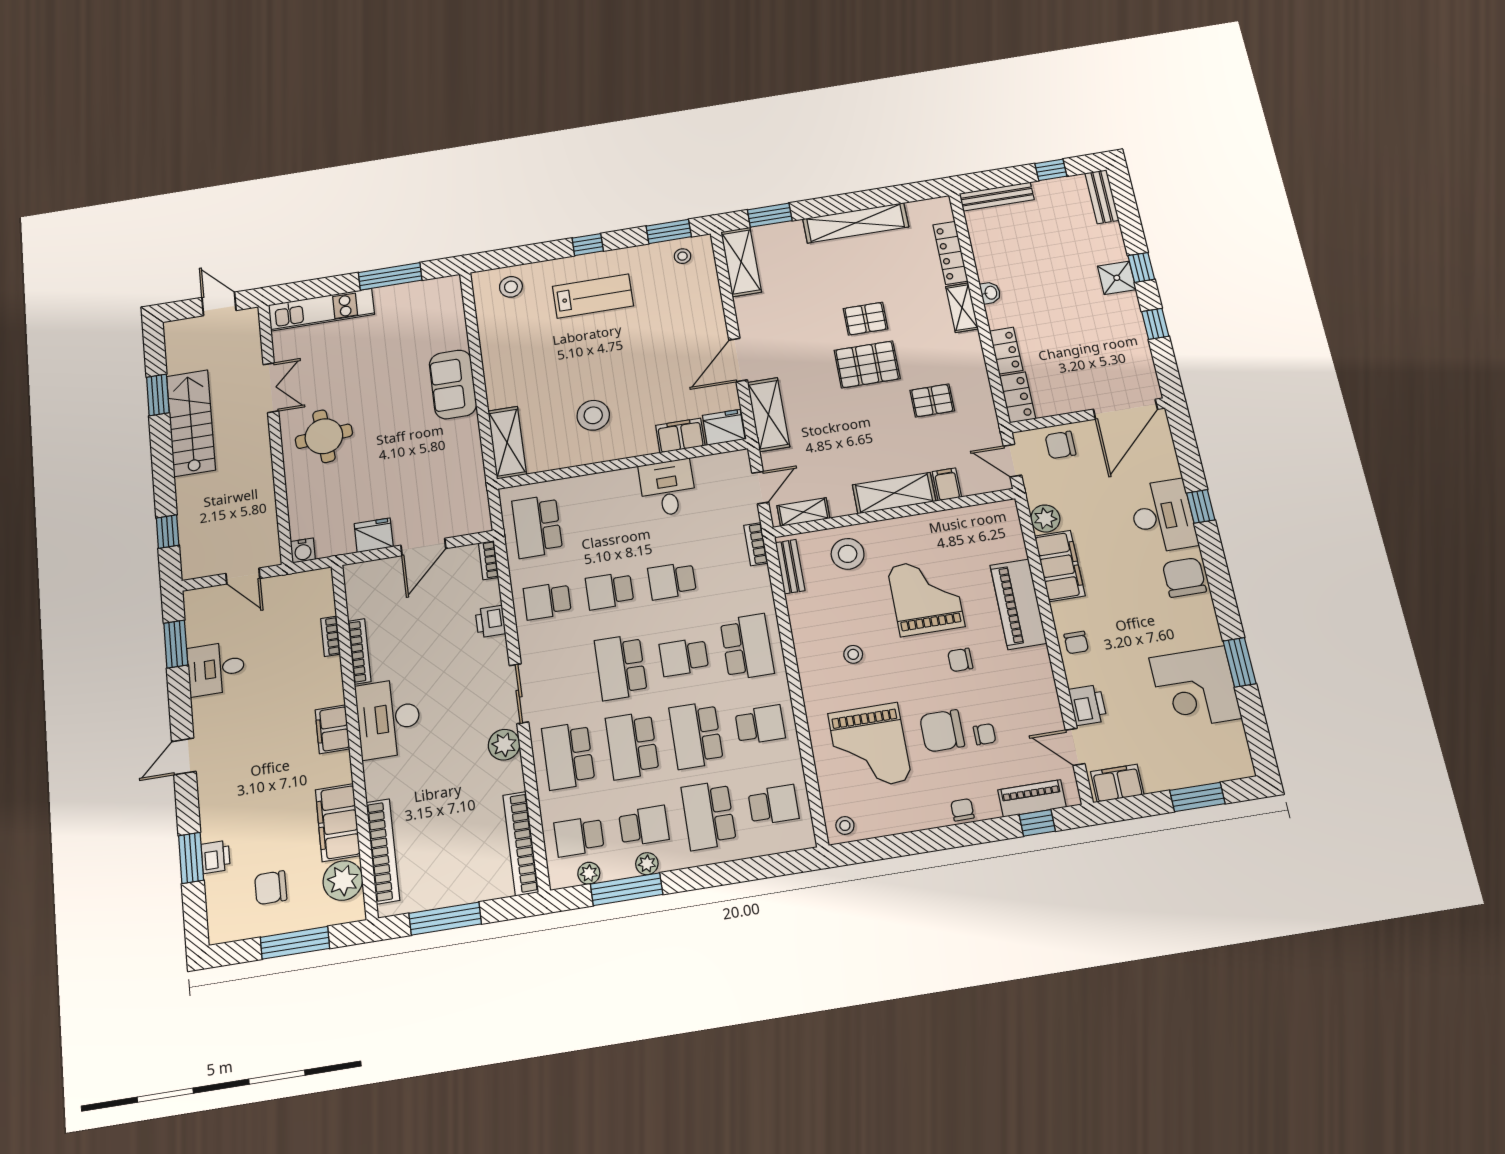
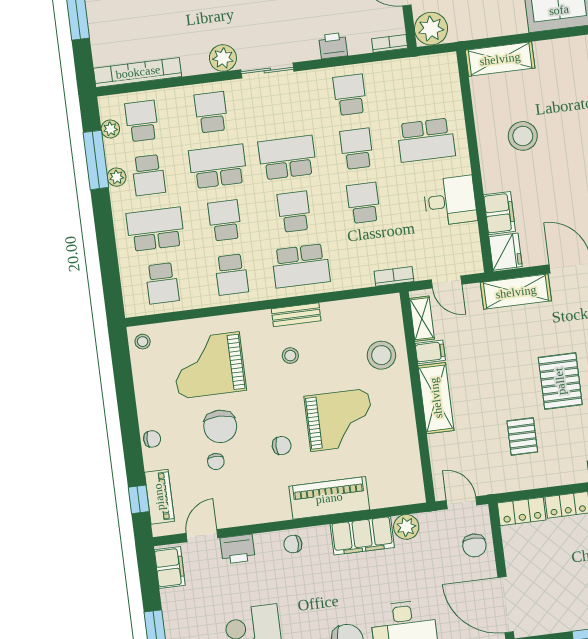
chair: (1060, 445) -> (474, 545), turned 180
door: (1012, 461) -> (462, 503), hinge flipped
filing cabinet: (947, 484) -> (430, 352), moved
plant: (472, 517) -> (431, 29), added
school desk: (537, 526) -> (426, 140), moved, turned 180
bench: (790, 567) -> (296, 315), moved
chair: (960, 660) -> (282, 446), turned 90
chair: (942, 731) -> (220, 426), turned 180
school desk: (696, 735) -> (225, 220), width x0.54
school desk: (568, 756) -> (211, 112), width x0.54

